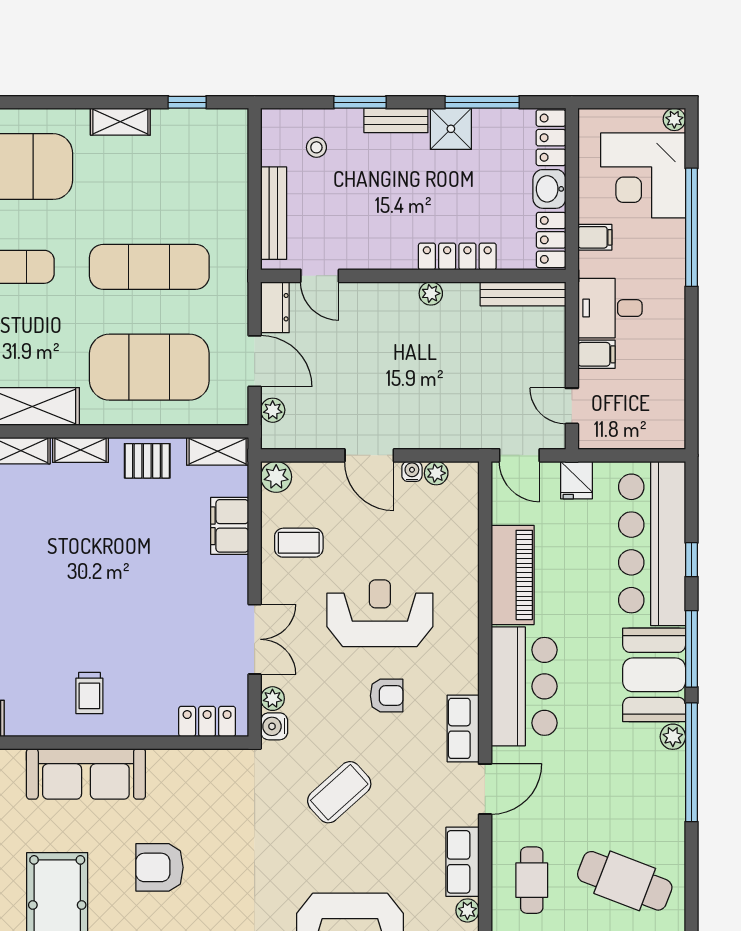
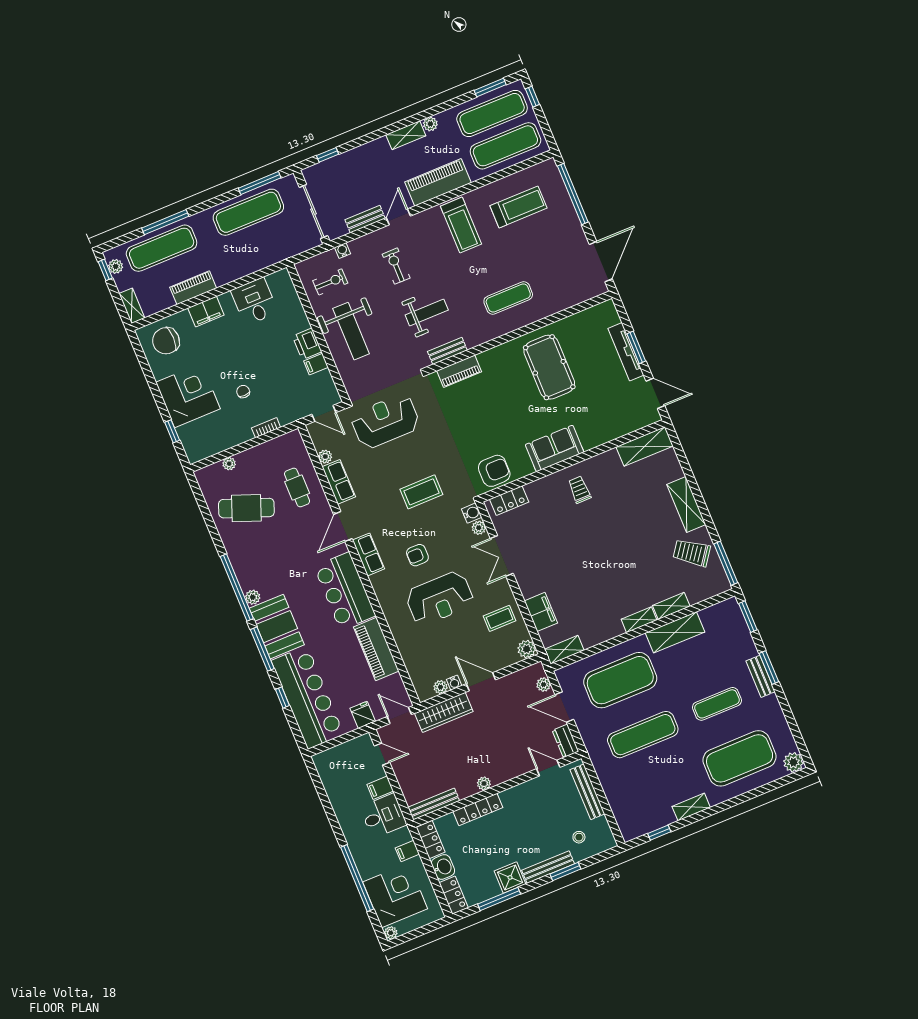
bench: (396, 120) -> (548, 867), width x1.36
wardrobe: (447, 431) -> (444, 712), added
pallet: (147, 461) -> (600, 629), removed
sofa: (86, 774) -> (555, 448), width x0.73
coffee table: (339, 792) -> (421, 492), turned 42
armchair: (159, 867) -> (494, 471), moved

